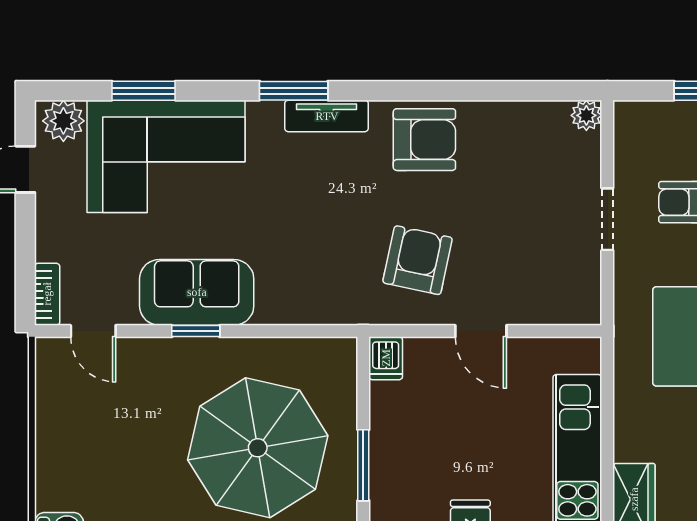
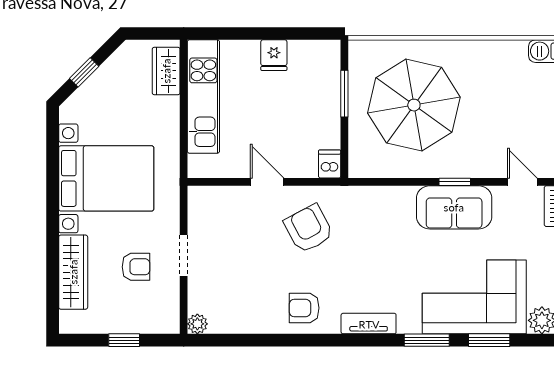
window: (294, 91) -> (427, 340), moved
armchair: (424, 140) -> (304, 308), width x0.72, depth x0.72
armchair: (418, 260) -> (309, 229), turned 140

